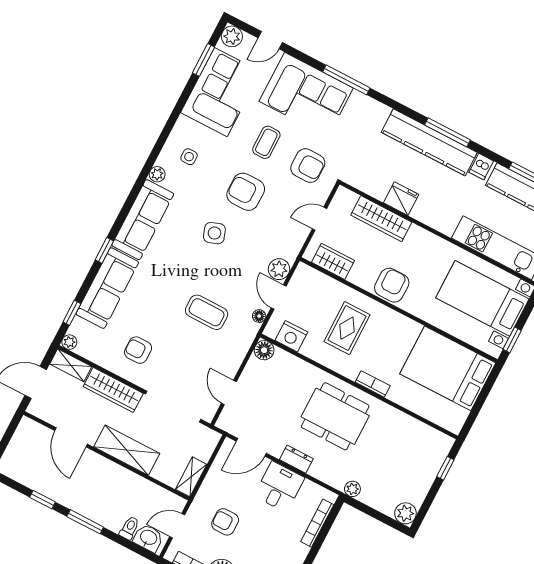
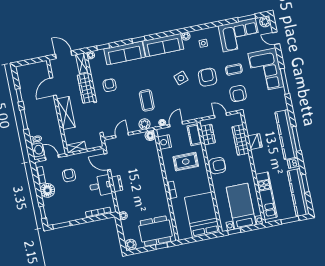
plant: (279, 269) -> (145, 124), moved
cot: (317, 282) -> (194, 135), added
dining table: (335, 416) -> (155, 231), moved, turned 90

